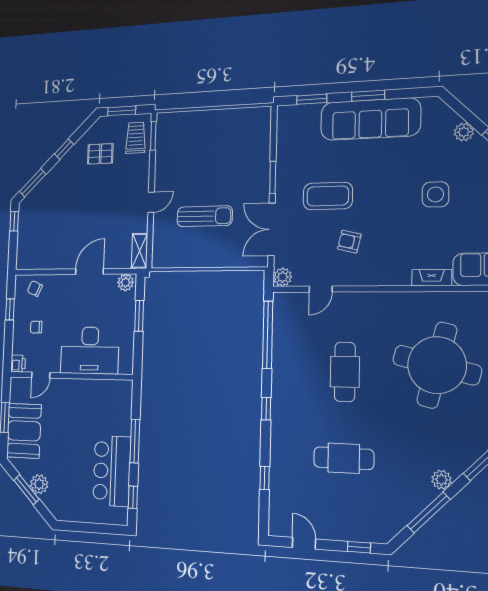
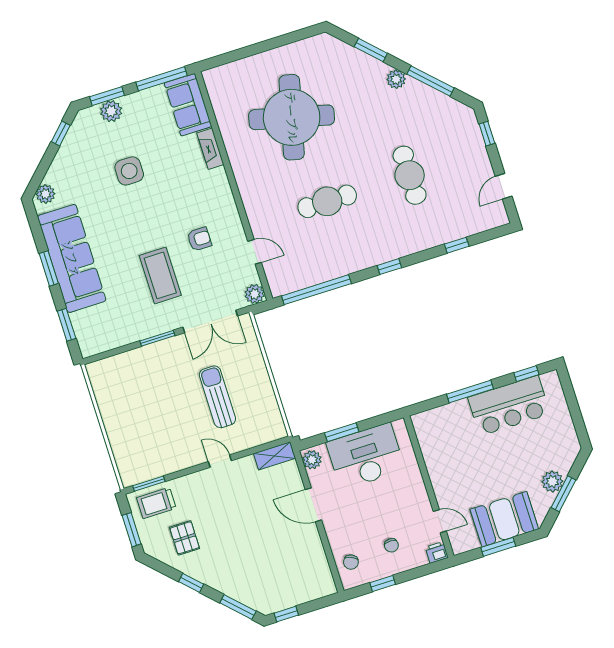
plant: (464, 132) -> (45, 194), moved
armchair: (349, 242) -> (199, 239), turned -103
desk: (90, 350) -> (366, 456), moved, turned -90

